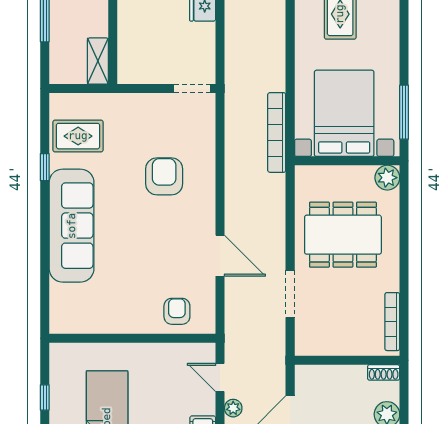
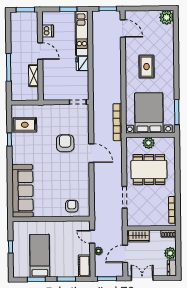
shelving: (98, 61) -> (34, 76), moved
plant: (387, 178) -> (149, 143), moved
sofa: (72, 226) -> (22, 191), moved
door: (220, 256) -> (91, 153), moved
wardrobe: (320, 377) -> (139, 236), added

